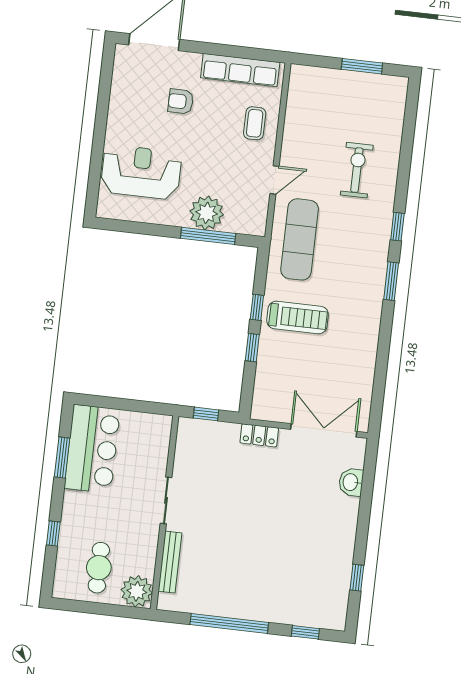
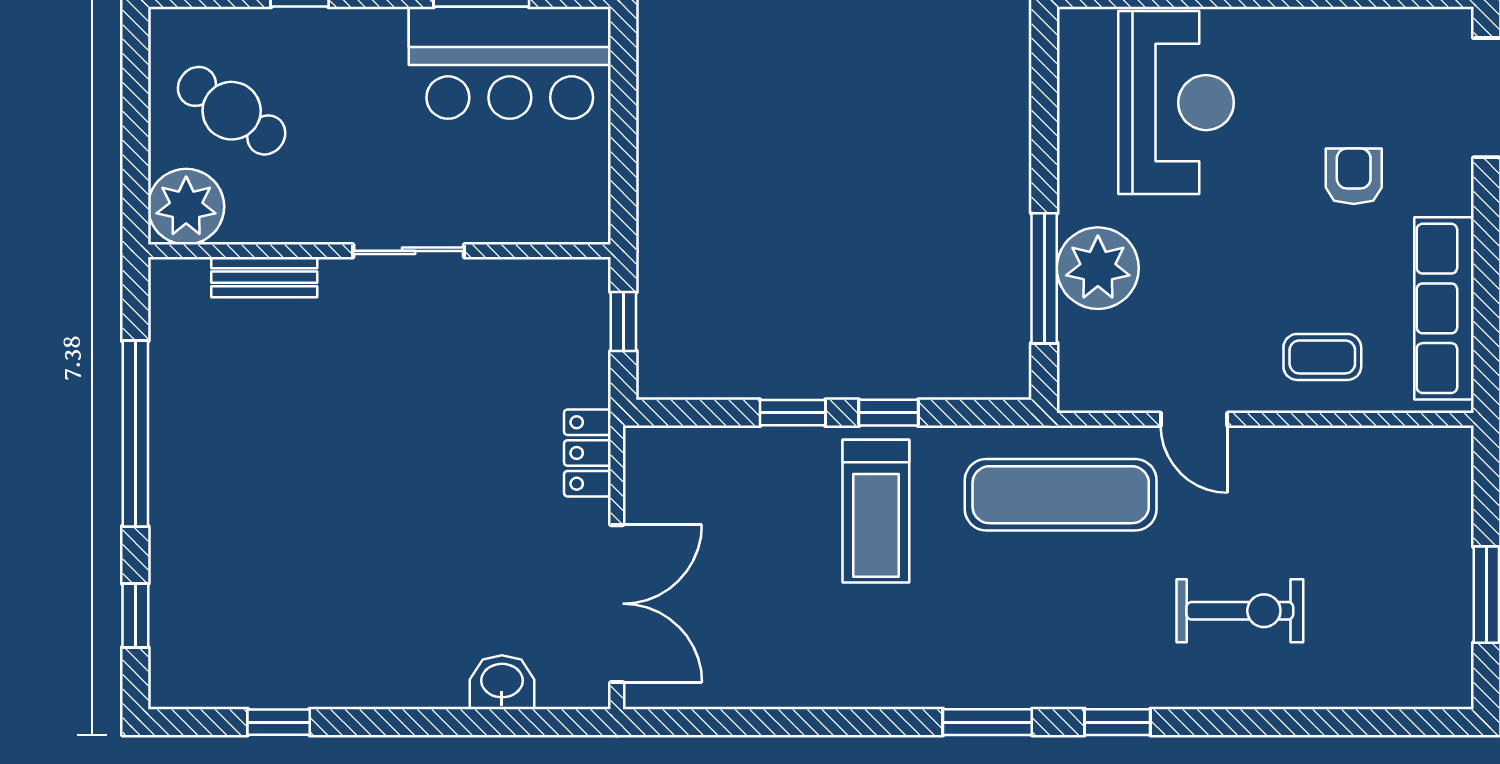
bench: (170, 562) -> (264, 277), width x0.73
cafe table: (99, 568) -> (232, 111), turned 35

